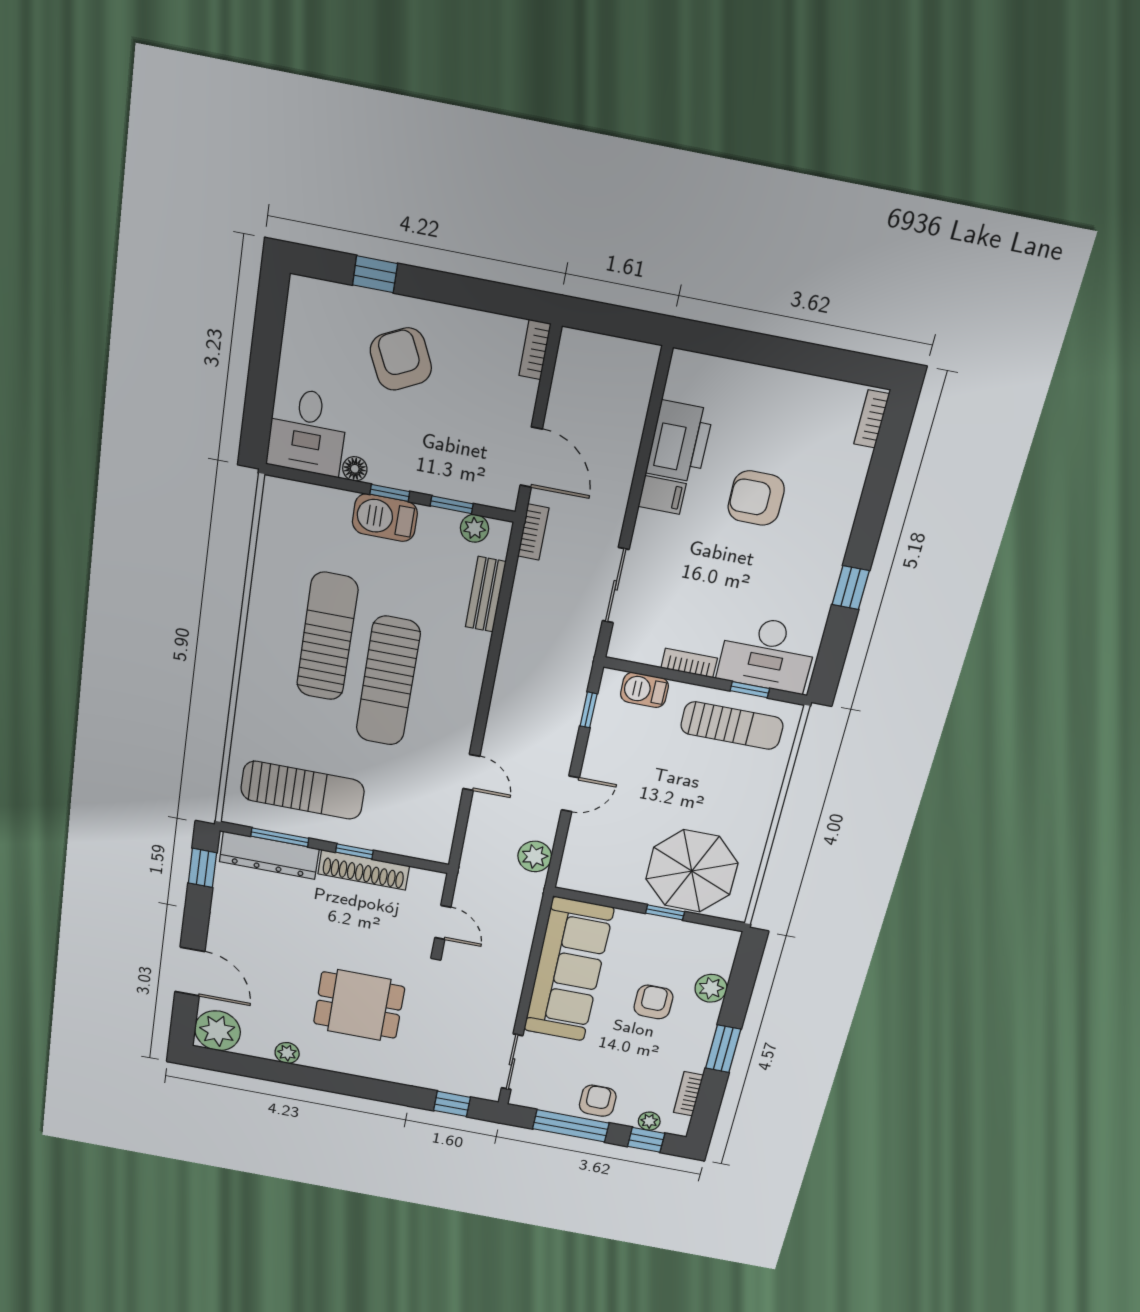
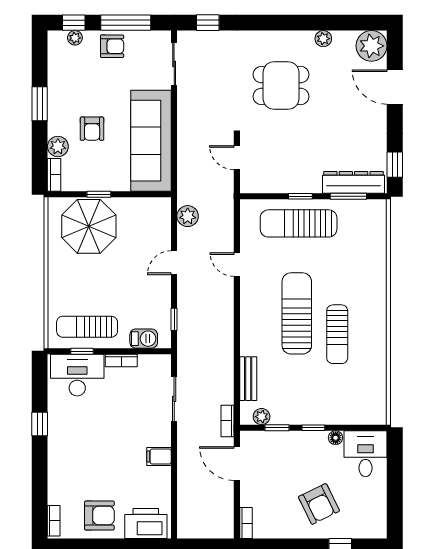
printer: (680, 442) -> (146, 523), moved, turned 90
armchair: (756, 498) -> (99, 516), moved
barbecue: (385, 518) -> (314, 413), removed
sun lounger: (327, 637) -> (337, 334), width x0.73, depth x0.75
sun lounger: (303, 790) -> (299, 223), moved
shoe rack: (364, 870) -> (293, 185), removed
bookcase: (688, 1094) -> (54, 175), moved
armchair: (598, 1101) -> (112, 46), turned -90

